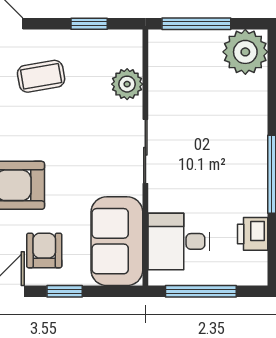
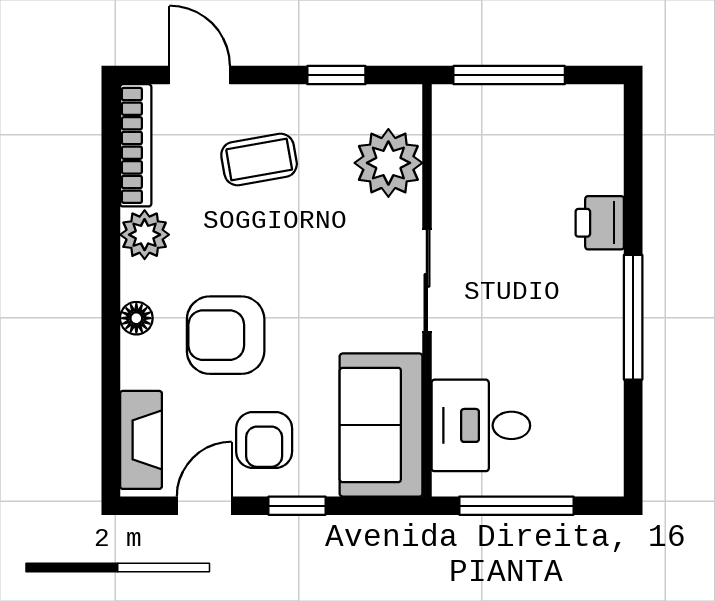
plant: (245, 52) -> (588, 120), removed
plant: (127, 84) -> (388, 163), width x1.36, depth x1.36
printer: (253, 234) -> (600, 223), moved
armchair: (44, 250) -> (264, 440), turned 180

